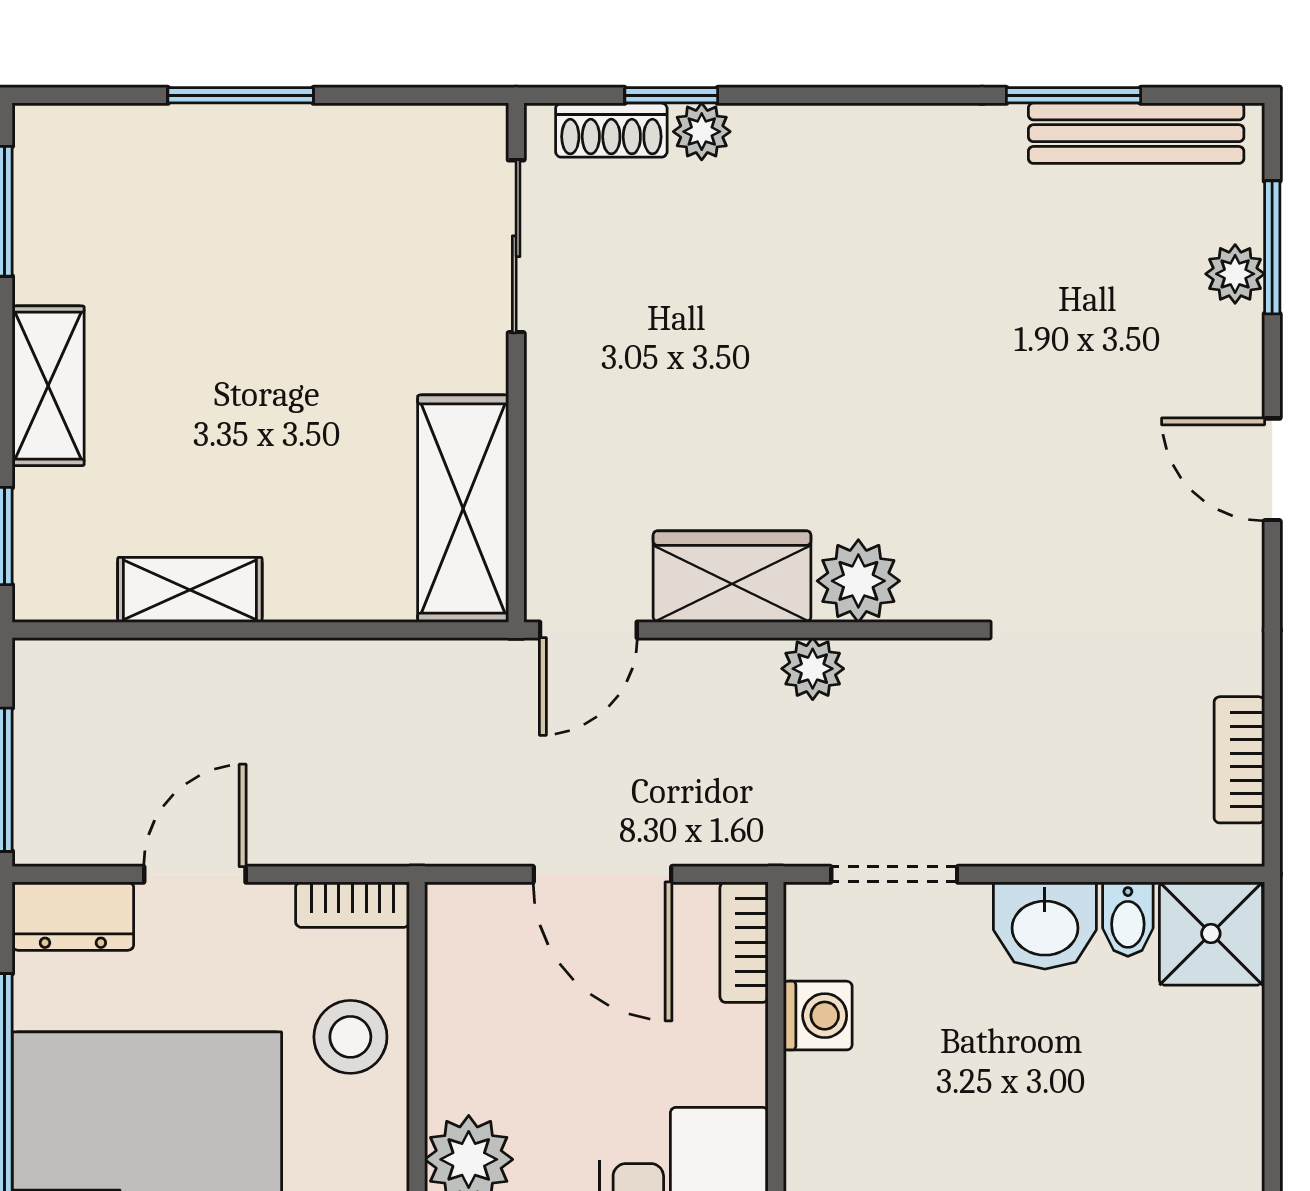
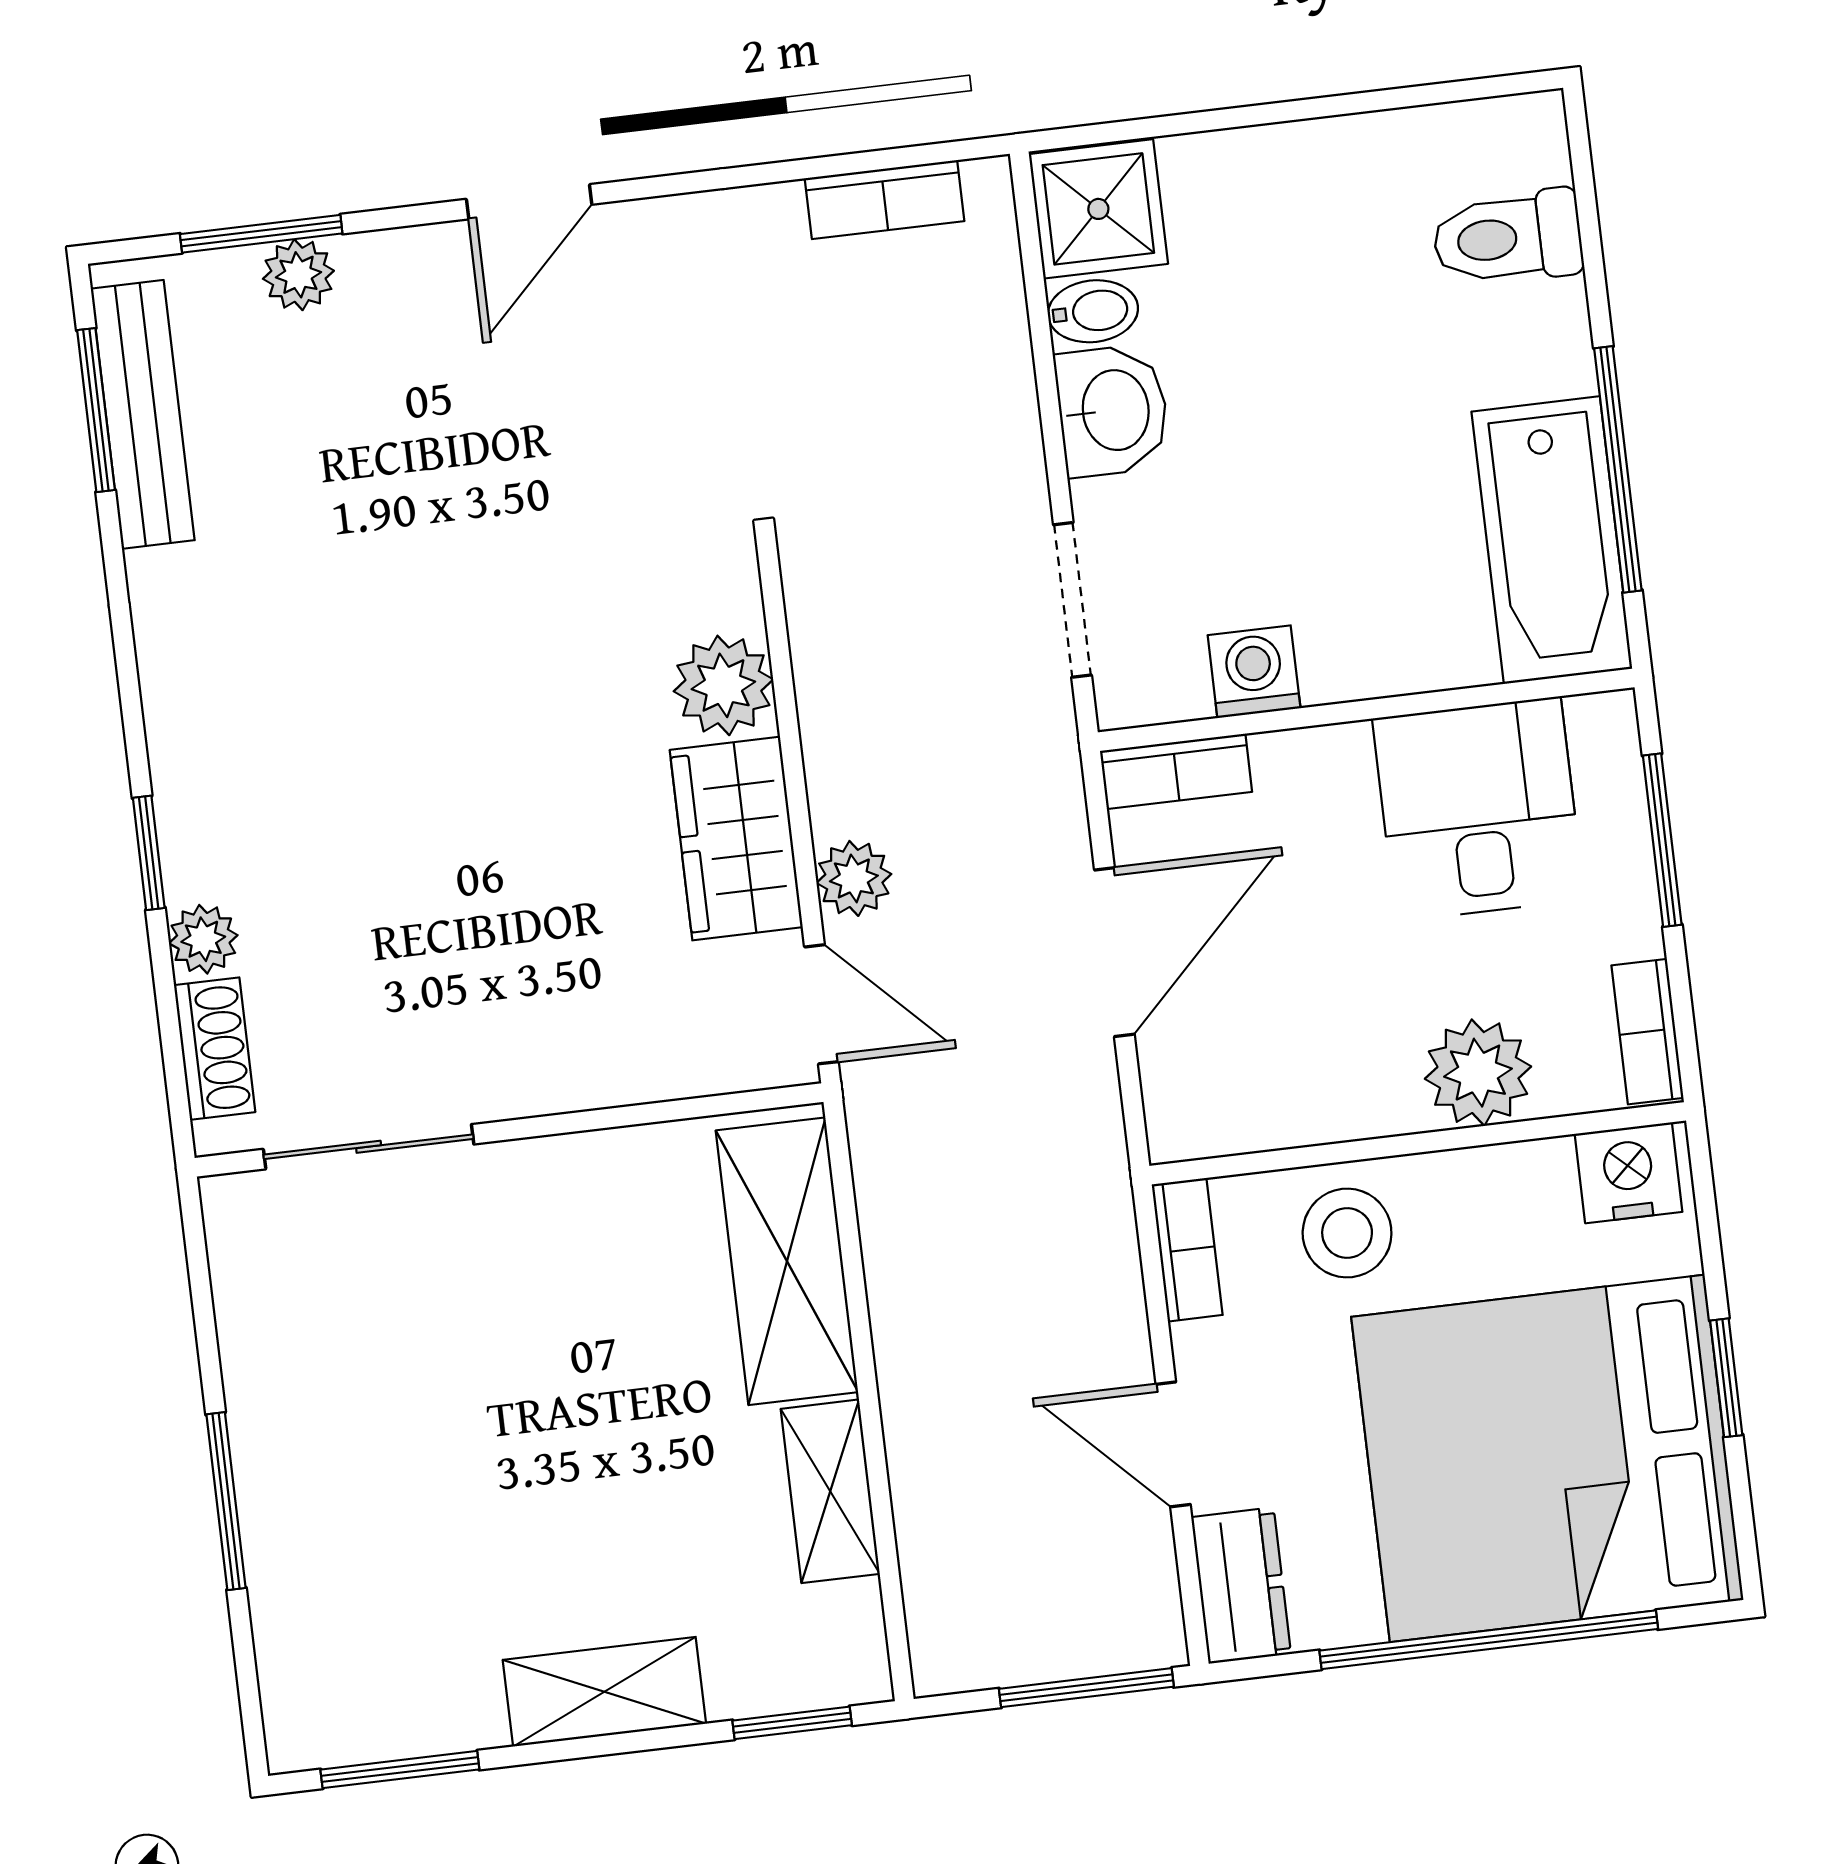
window: (671, 95) -> (149, 853), moved
window: (1073, 95) -> (96, 410), moved
shelving: (463, 509) -> (787, 1261), moved, turned 90
plant: (813, 669) -> (854, 878), moved

